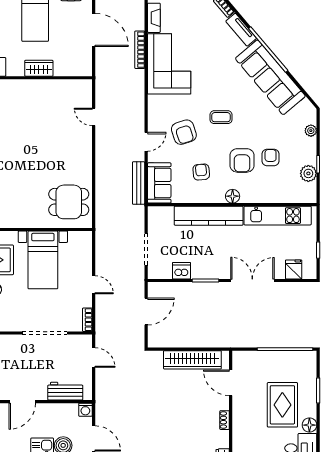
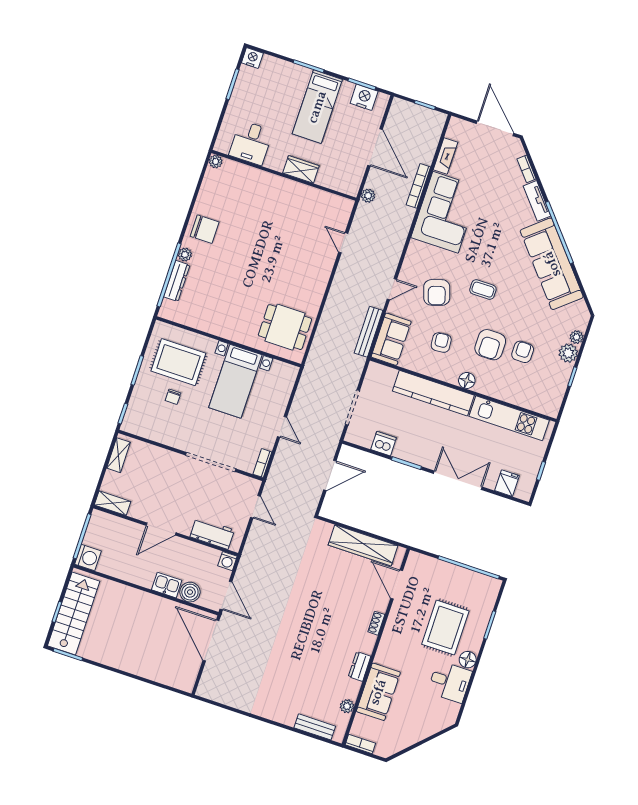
plant: (101, 71) -> (368, 196), added
plant: (308, 173) -> (568, 353), moved

